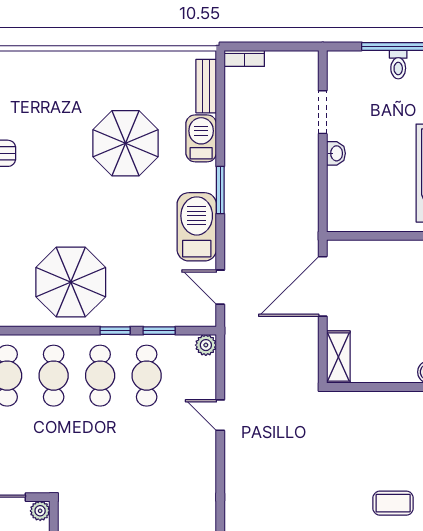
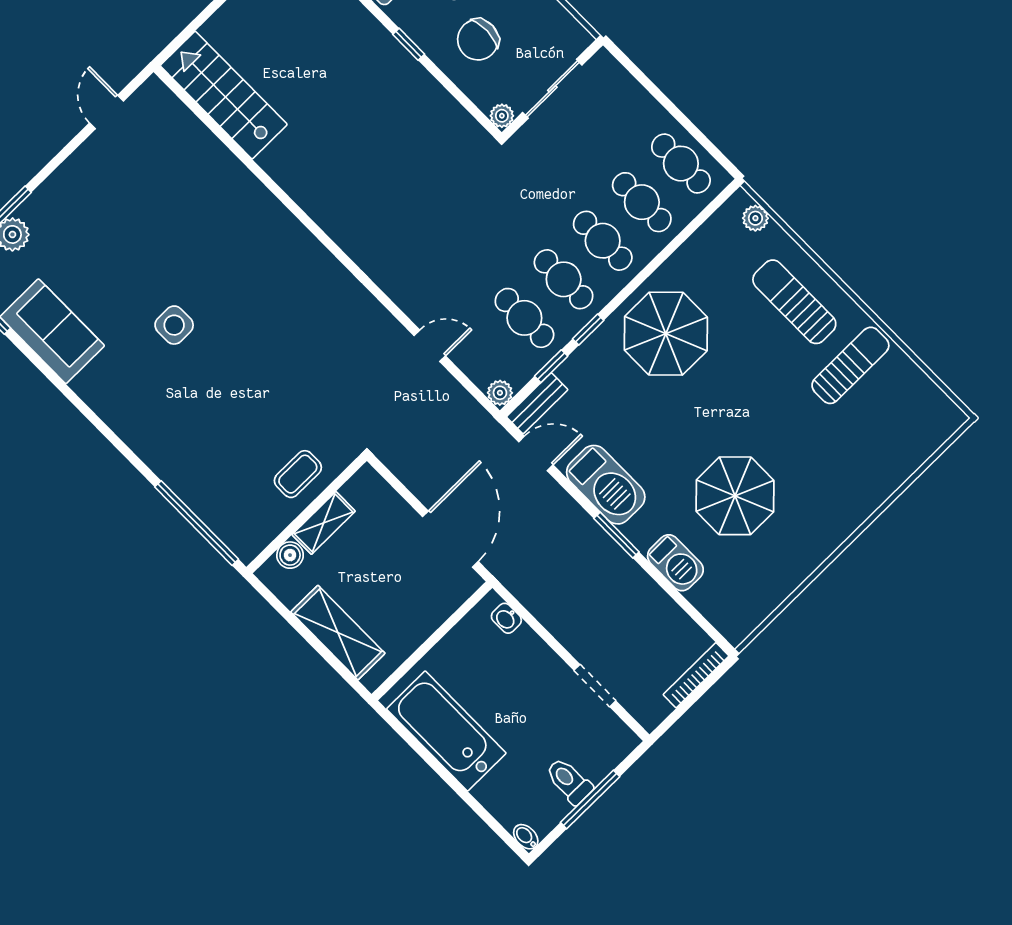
bookcase: (244, 58) -> (696, 675), width x1.56
toilet: (398, 65) -> (569, 781), width x1.37, depth x1.39
bench: (206, 86) -> (537, 403), moved, turned 90
washbasin: (336, 153) -> (506, 618), moved
shelving: (338, 357) -> (324, 523), moved, turned 90
coffee table: (393, 503) -> (298, 474), moved

